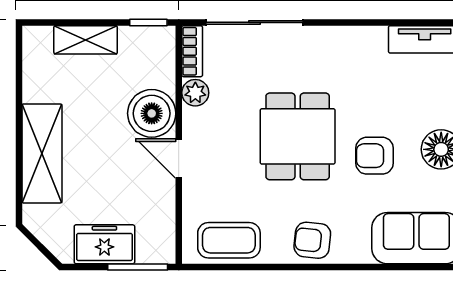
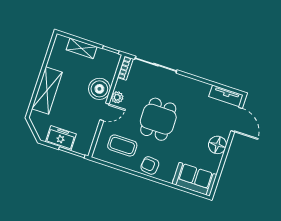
plant: (195, 93) -> (117, 97), moved
armchair: (374, 156) -> (188, 138), removed
door: (179, 159) -> (105, 112), swing flipped
coffee table: (229, 240) -> (122, 145), moved

